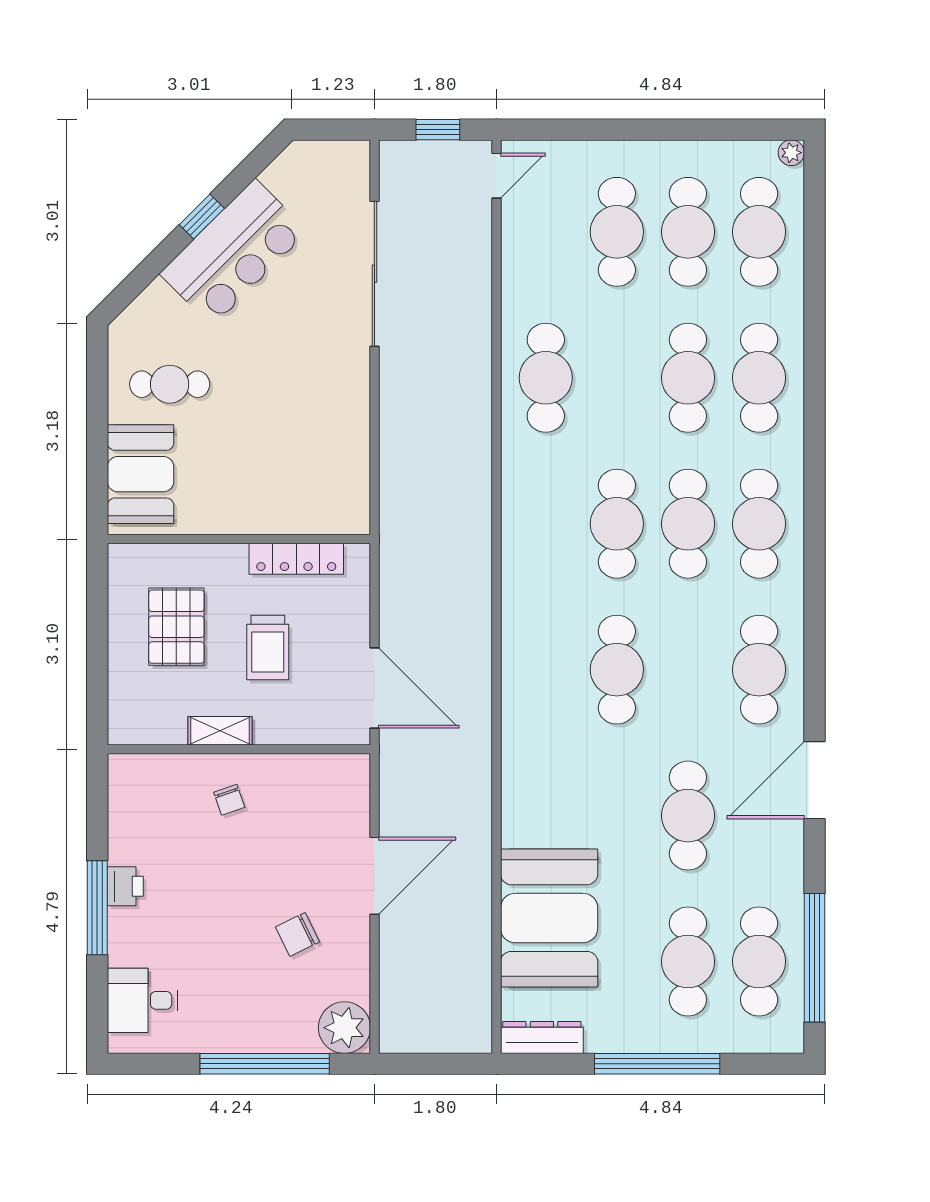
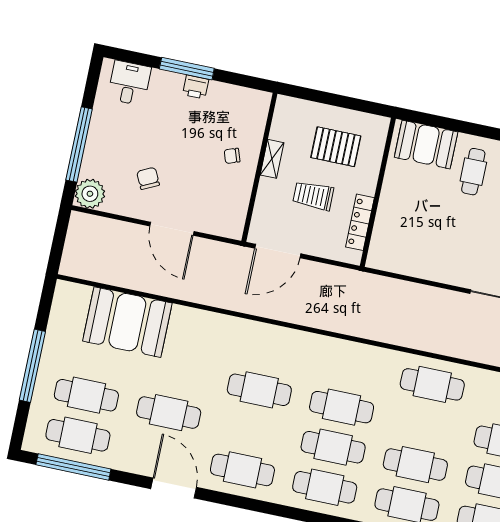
dresser: (542, 1037) -> (61, 304), removed

